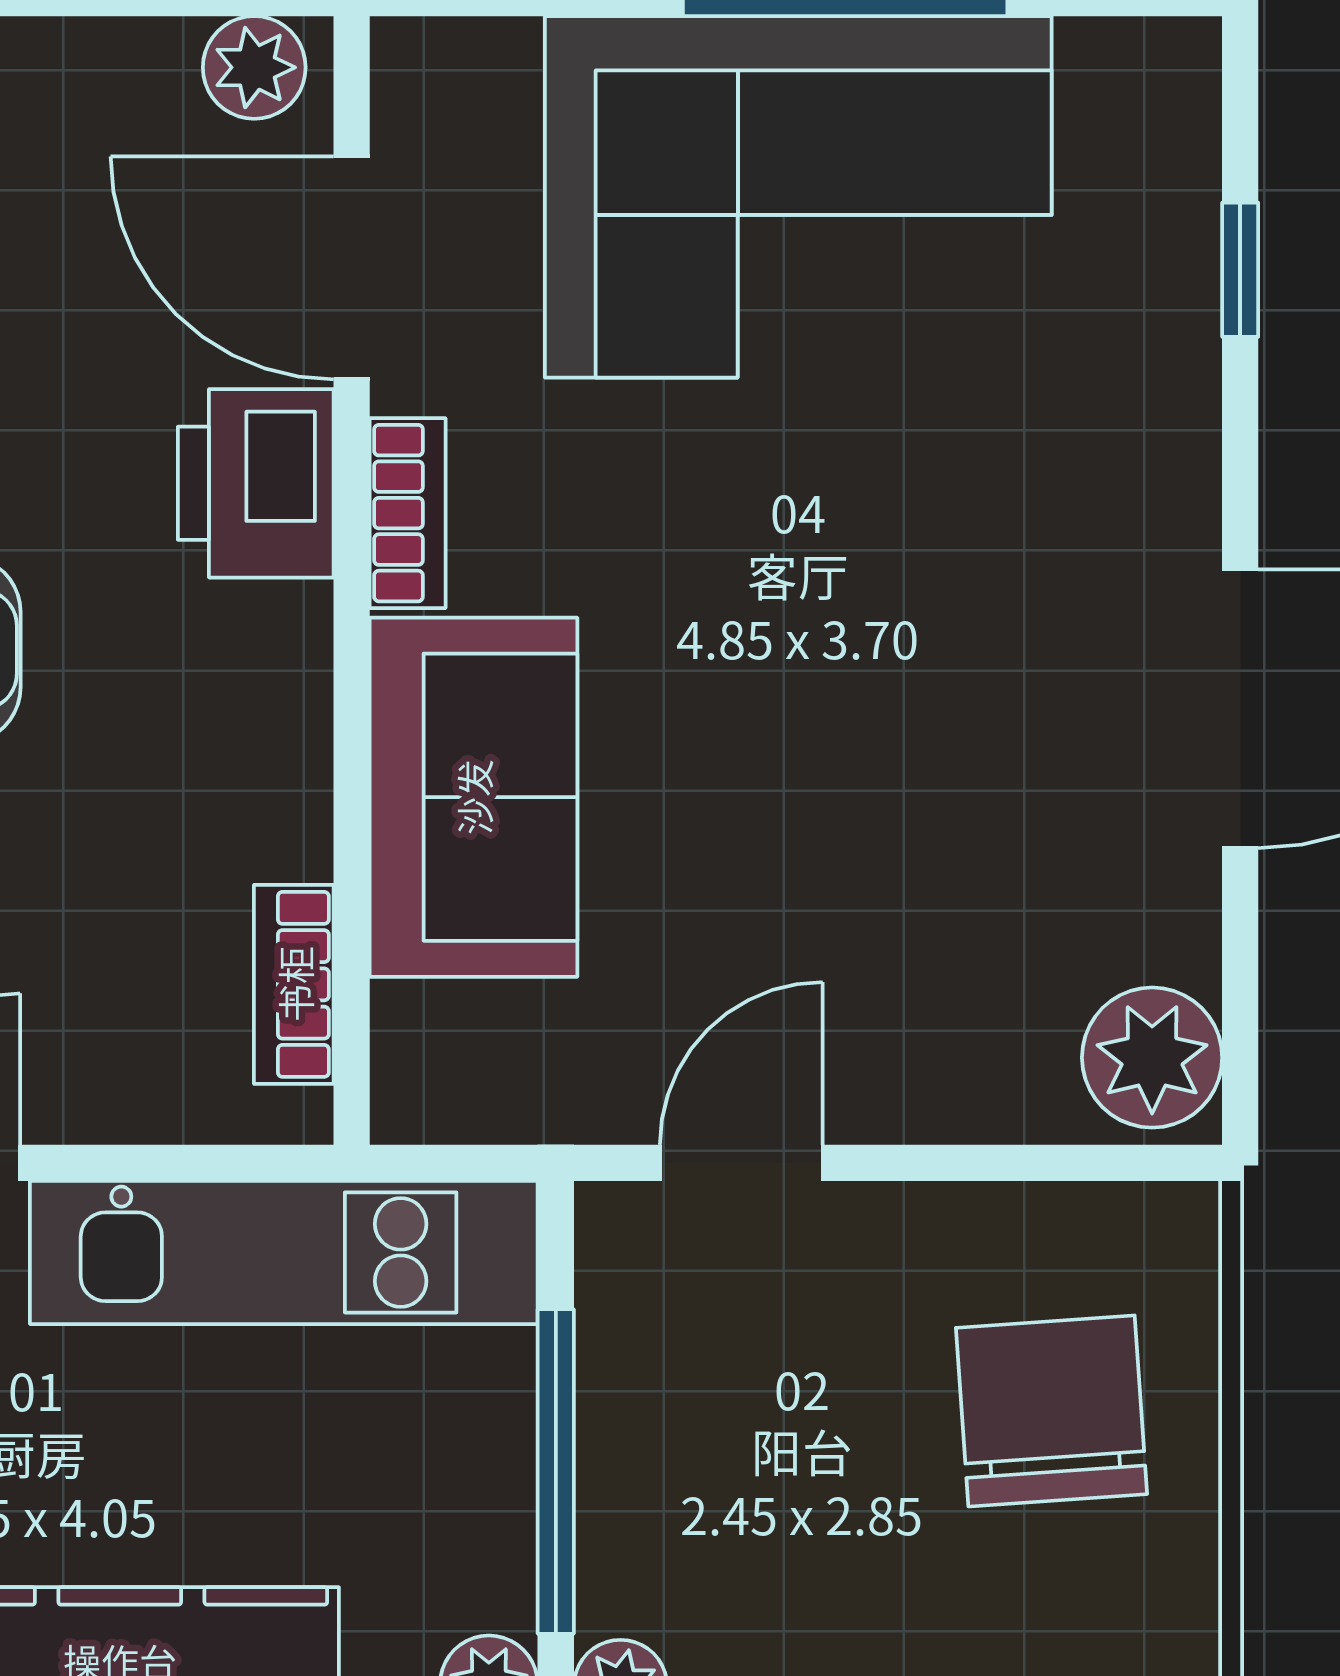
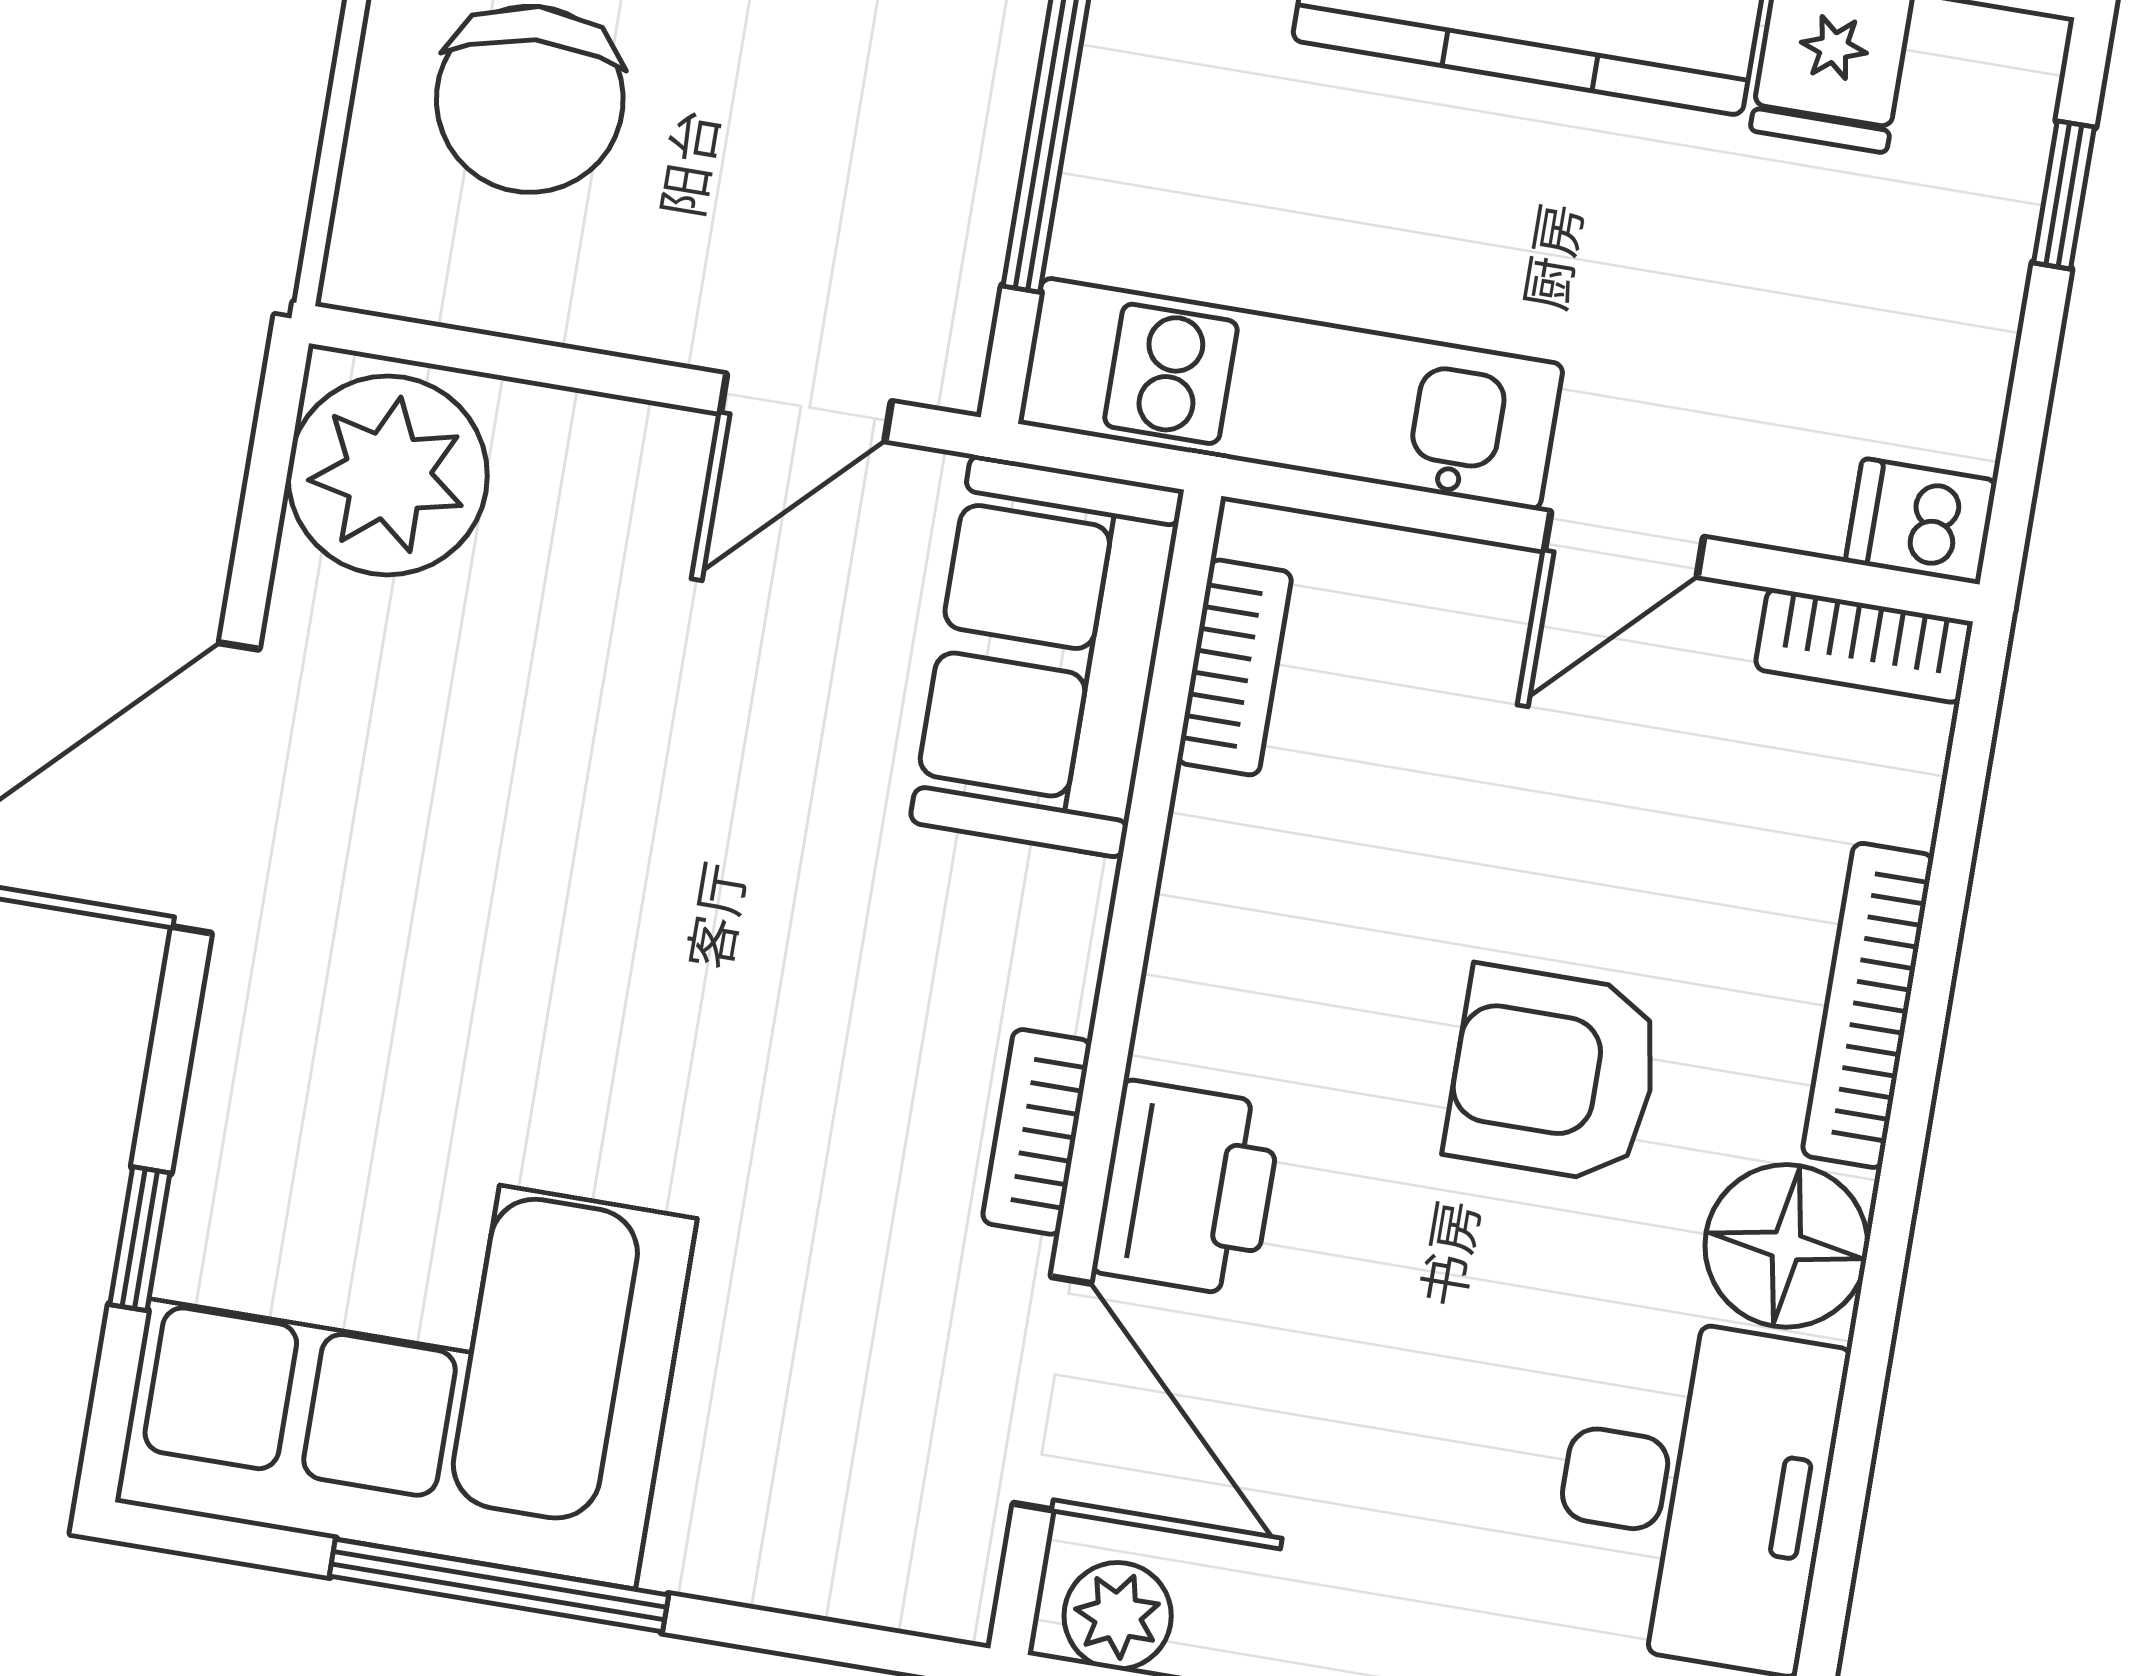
corner sofa: (798, 197) -> (406, 1360), moved
sofa: (473, 797) -> (1047, 656), moved
plant: (1152, 1058) -> (388, 475), width x1.36, depth x1.36

